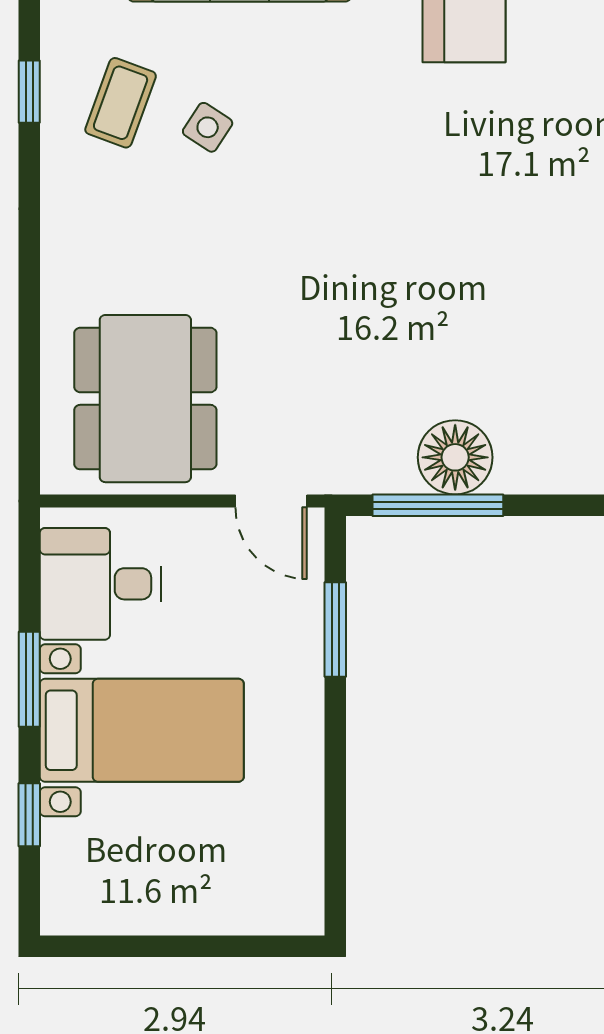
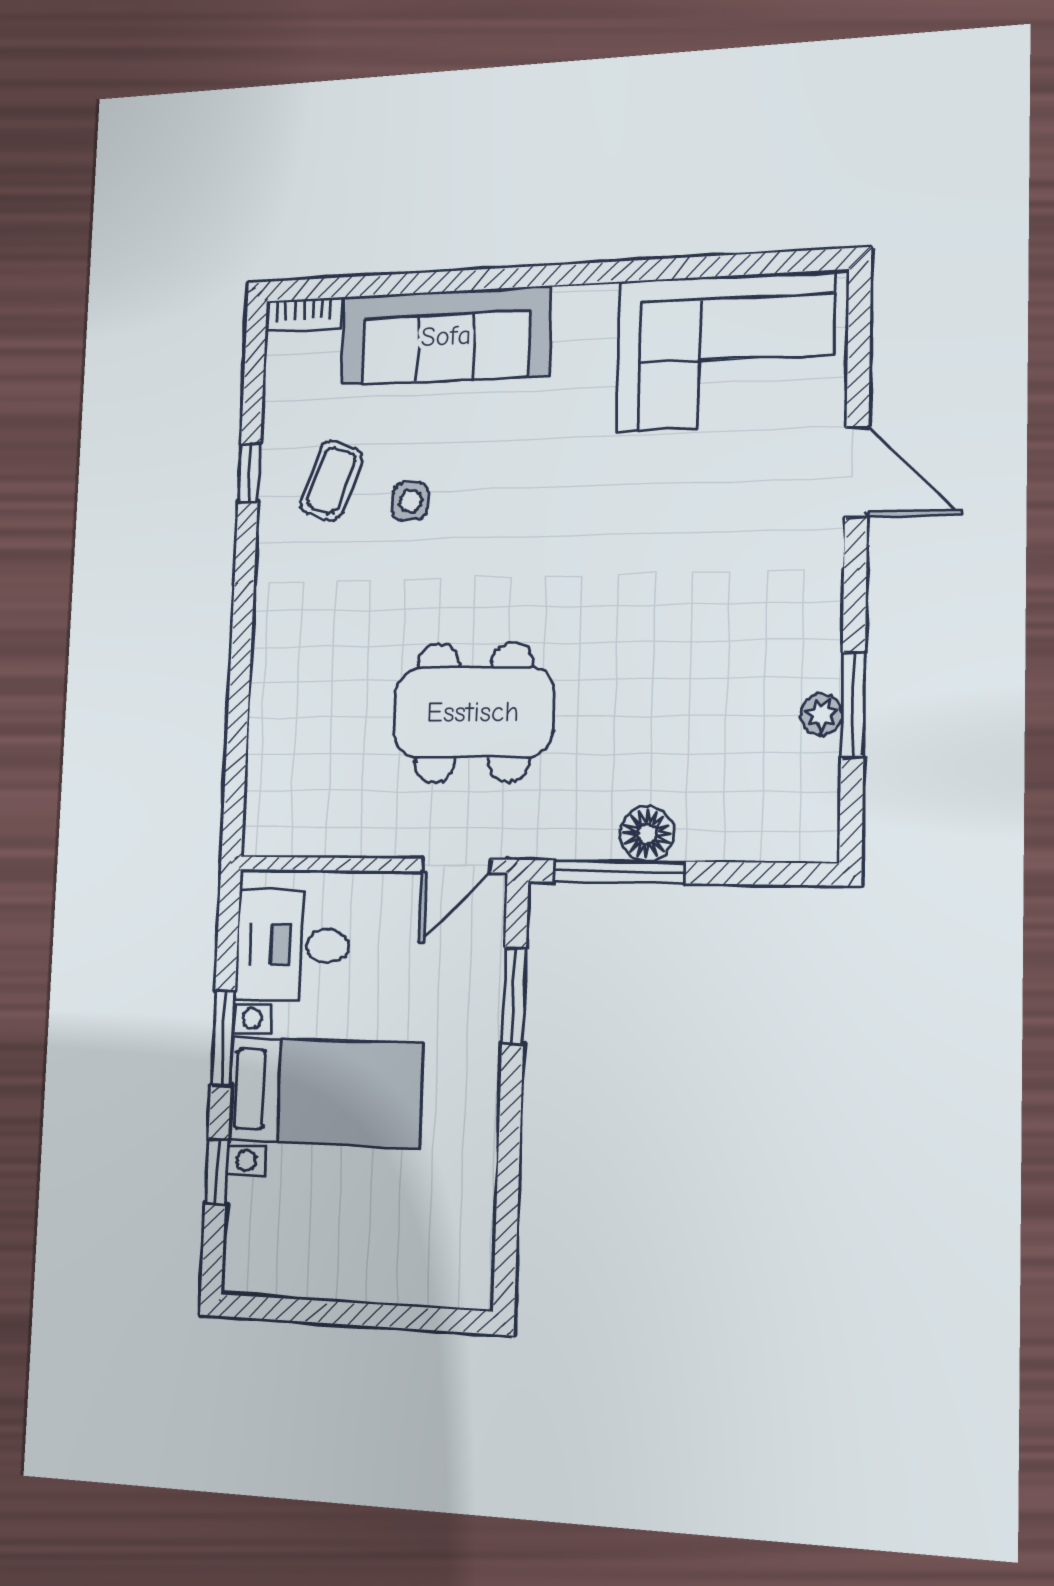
side table: (208, 127) -> (410, 501), turned -33
dining table: (145, 399) -> (473, 712), moved, turned 90
floor lamp: (455, 457) -> (647, 834), width x0.73, depth x0.73
door: (271, 501) -> (456, 866), hinge flipped

